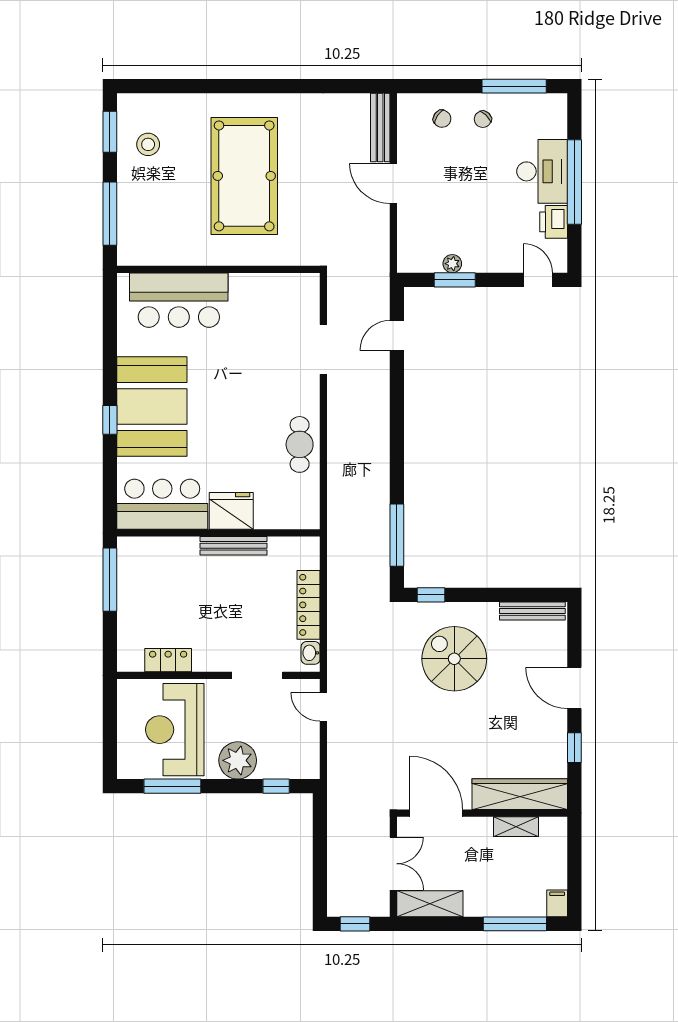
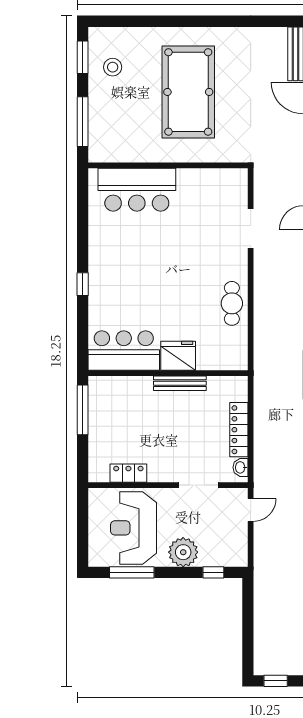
booth: (152, 407) -> (116, 274), removed
door: (323, 707) -> (251, 510), swing flipped

